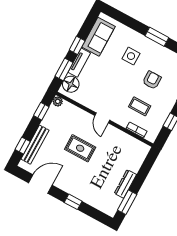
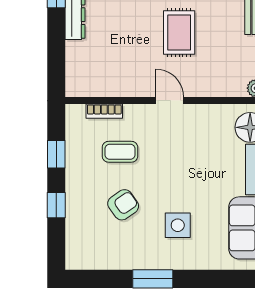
armchair: (152, 80) -> (123, 205), turned -125
rug: (80, 148) -> (179, 33), turned 90

